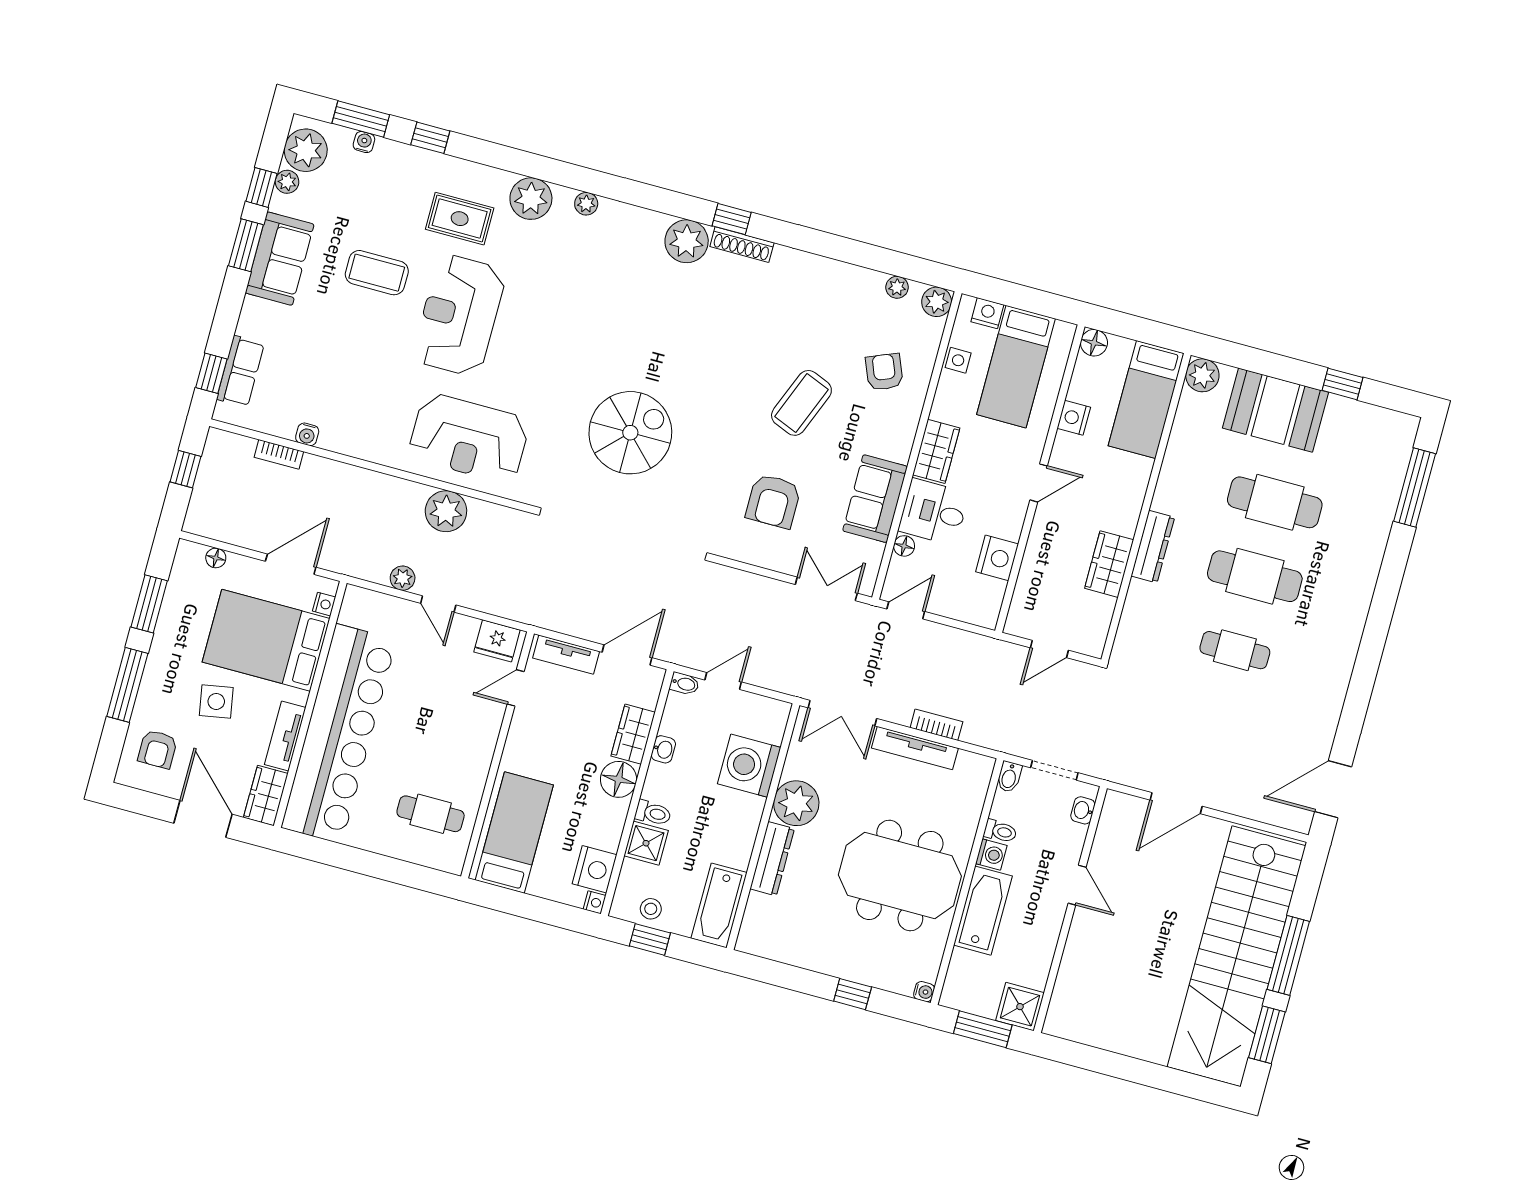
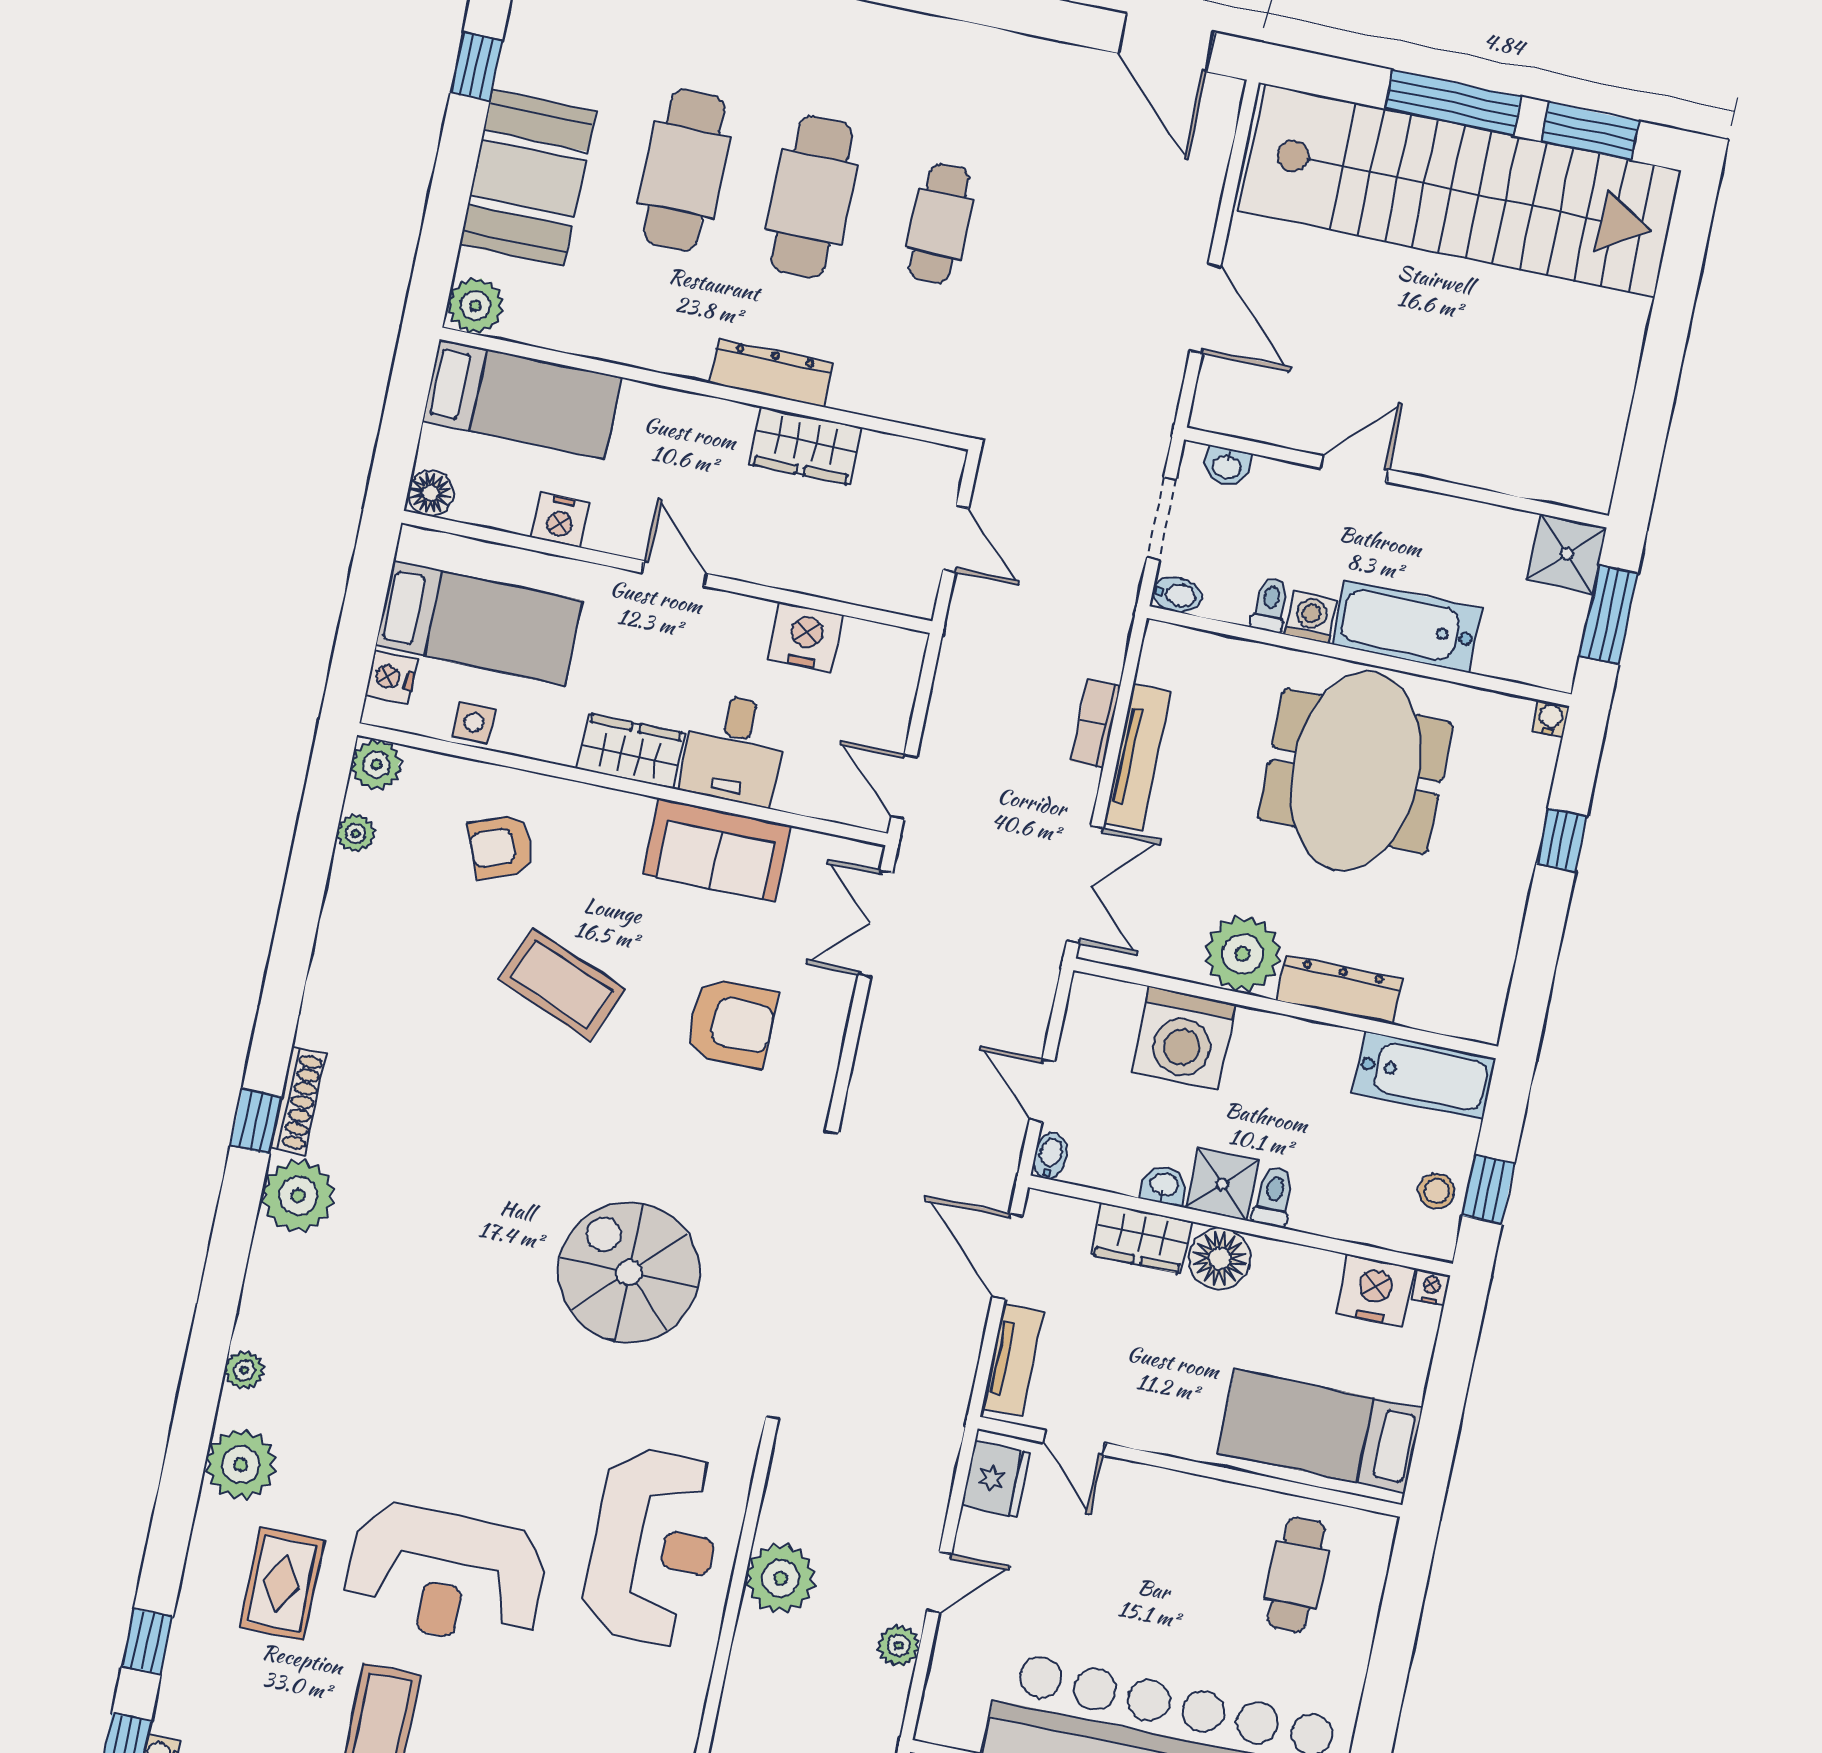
floor lamp: (904, 546) -> (795, 796), removed
shower: (646, 843) -> (1222, 1184), moved

